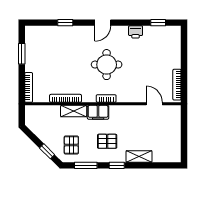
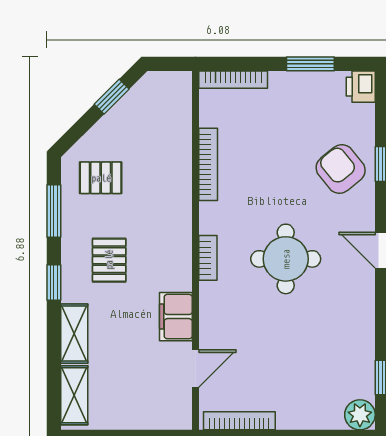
printer: (136, 32) -> (361, 87), moved
plant: (174, 32) -> (360, 415), added
armchair: (67, 41) -> (341, 169), added
shelving: (74, 111) -> (74, 395), moved
filing cabinet: (98, 112) -> (176, 317), moved
window: (47, 151) -> (112, 97), moved

